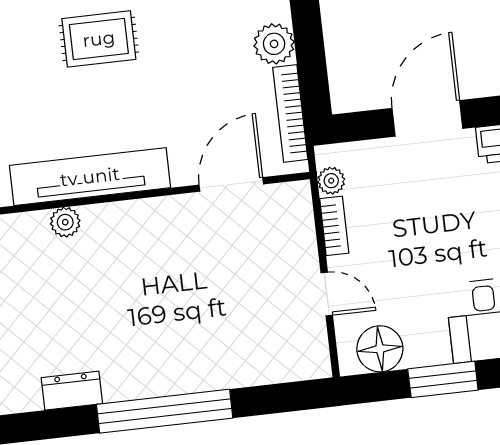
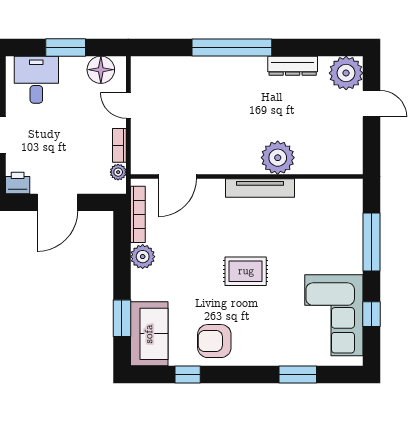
tv unit: (90, 177) -> (260, 188), width x0.73, depth x0.78
plant: (65, 222) -> (278, 158), width x1.87, depth x1.87
dresser: (72, 391) -> (293, 66), width x1.44

